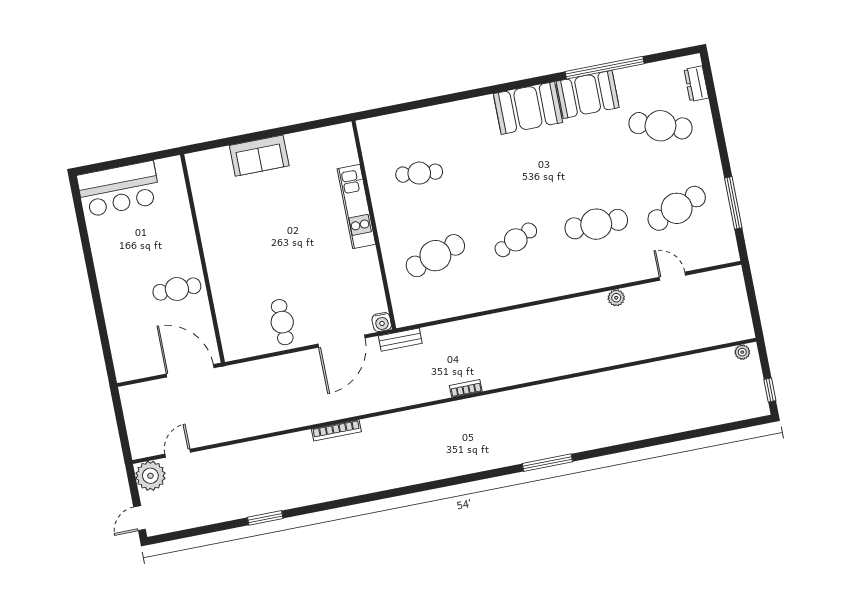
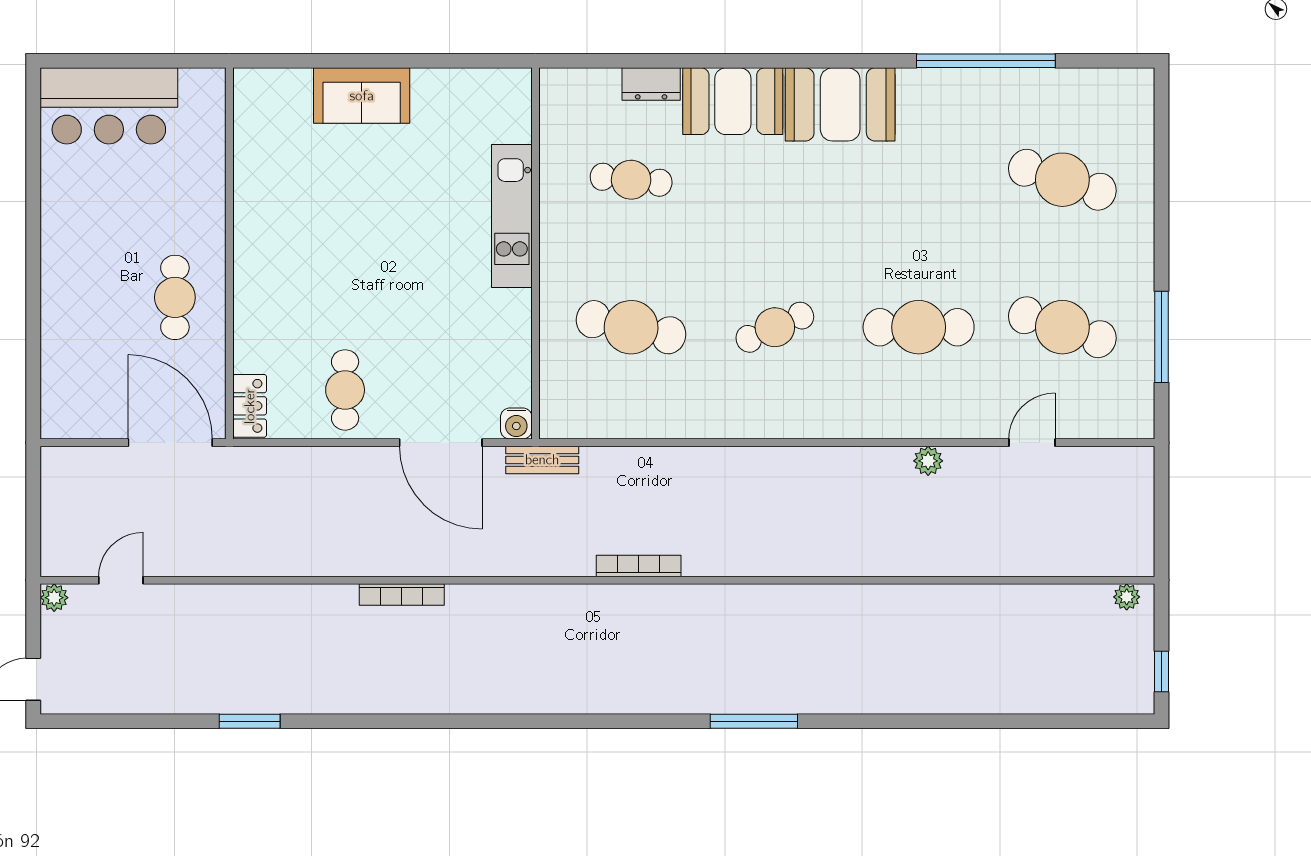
dresser: (696, 84) -> (651, 84), moved, turned -90
booth: (588, 94) -> (733, 101), moved
cafe table: (677, 208) -> (1062, 327), turned 39
cafe table: (435, 256) -> (631, 327), turned 30
door: (672, 276) -> (1032, 443), hinge flipped
cafe table: (177, 289) -> (175, 297), turned 90
locker: (231, 341) -> (250, 406), added
door: (341, 341) -> (441, 443), hinge flipped
bookcase: (466, 388) -> (639, 566), width x1.56
plant: (150, 476) -> (54, 598), width x0.53, depth x0.53

